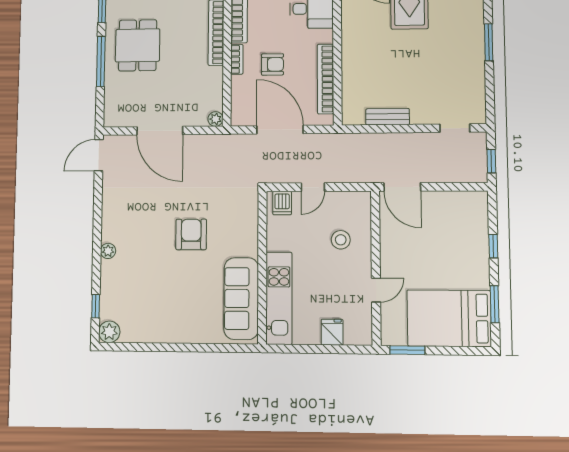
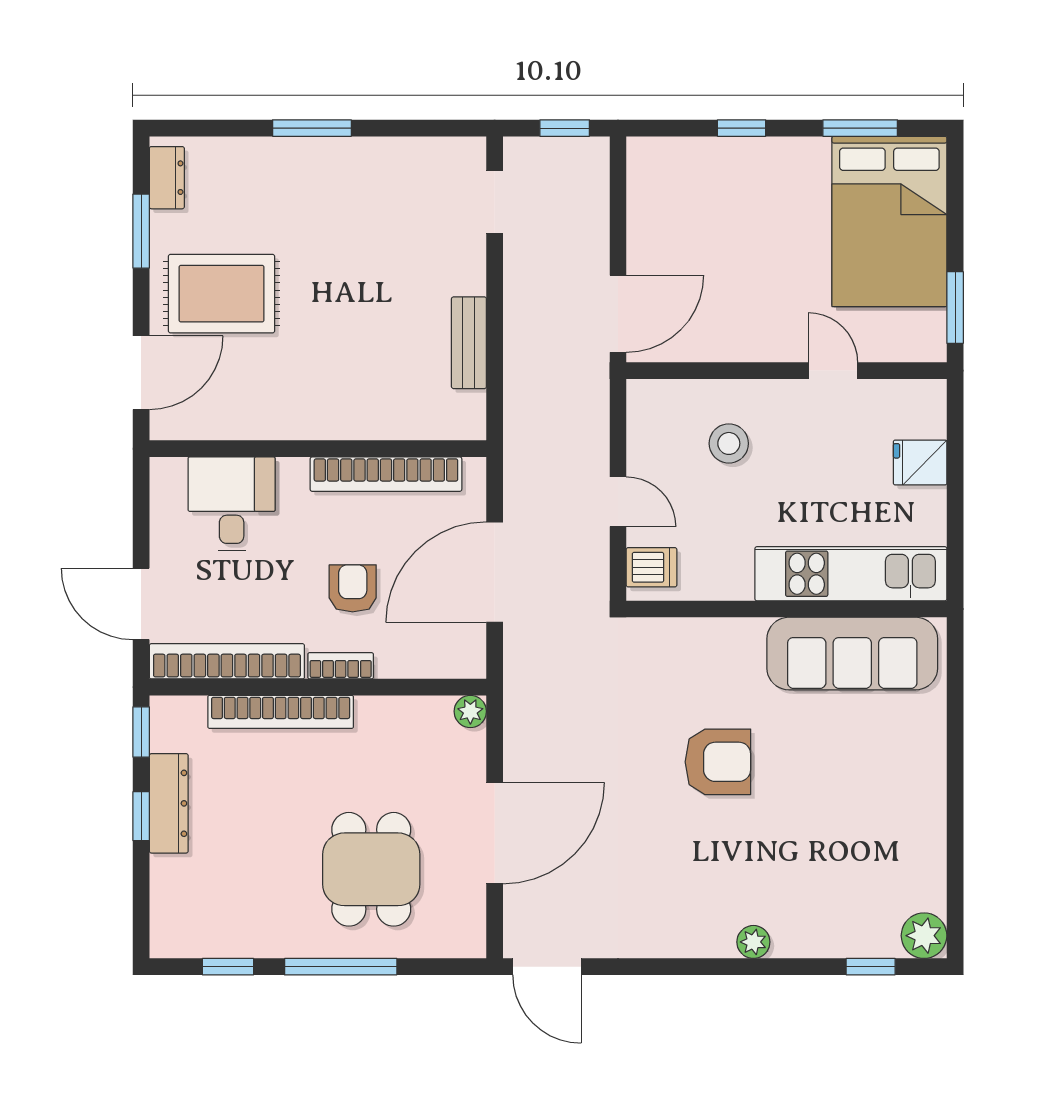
dining table: (138, 45) -> (371, 869), moved, turned 90
armchair: (191, 234) -> (718, 762), turned 180

